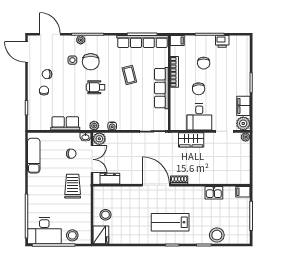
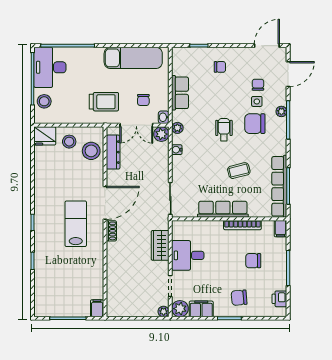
printer: (222, 41) -> (279, 299), moved
chair: (47, 74) -> (258, 85), moved
chair: (199, 89) -> (239, 298), moved
exam couch: (34, 156) -> (133, 58), width x1.36, depth x1.45
dresser: (110, 179) -> (113, 152), width x1.44
kitchen sink: (214, 193) -> (96, 273), removed
lab bench: (170, 222) -> (76, 224), moved
stool: (217, 235) -> (91, 151), moved

